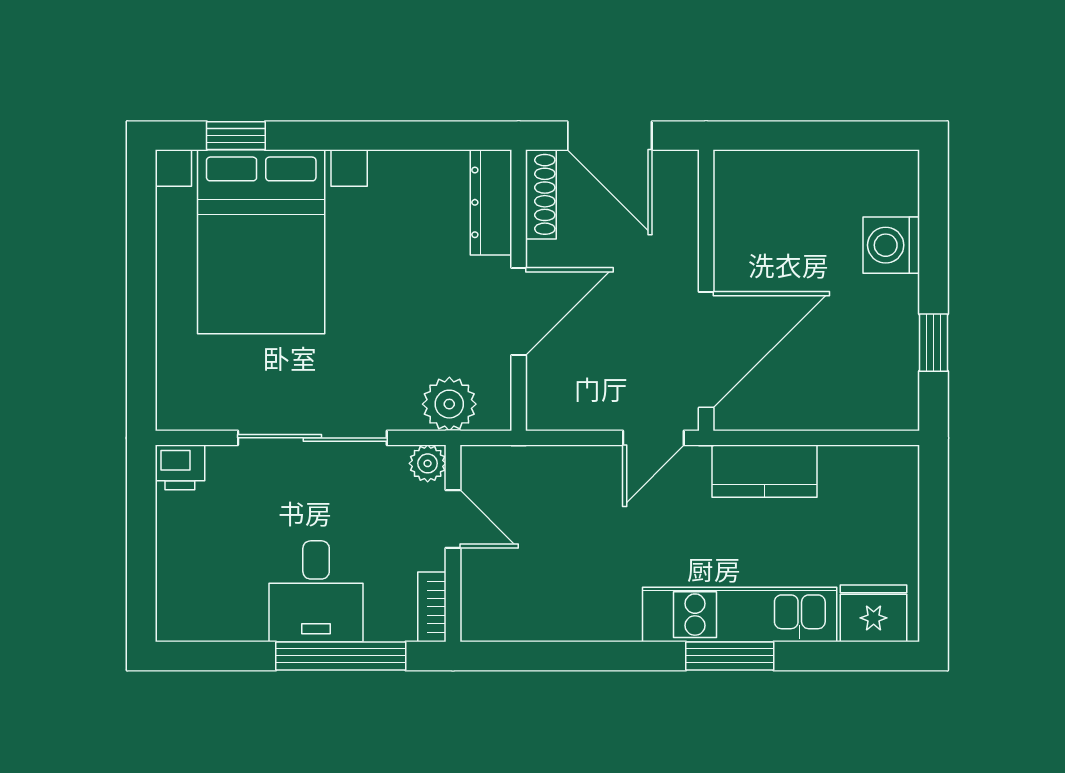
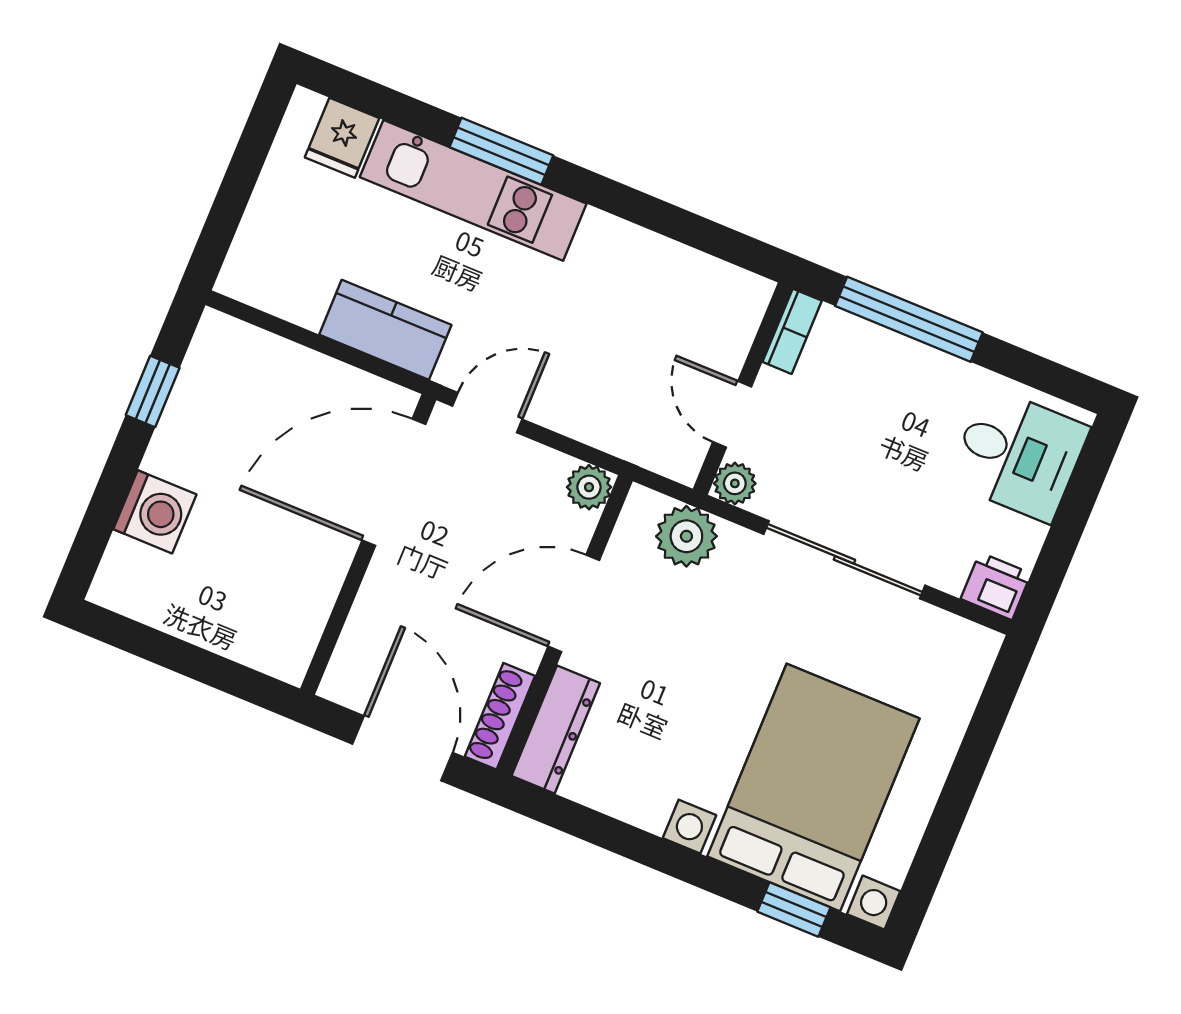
plant: (545, 411) -> (589, 487), added
desk: (316, 591) -> (1018, 454), moved, turned 90
fridge: (874, 613) -> (342, 138), width x0.72

